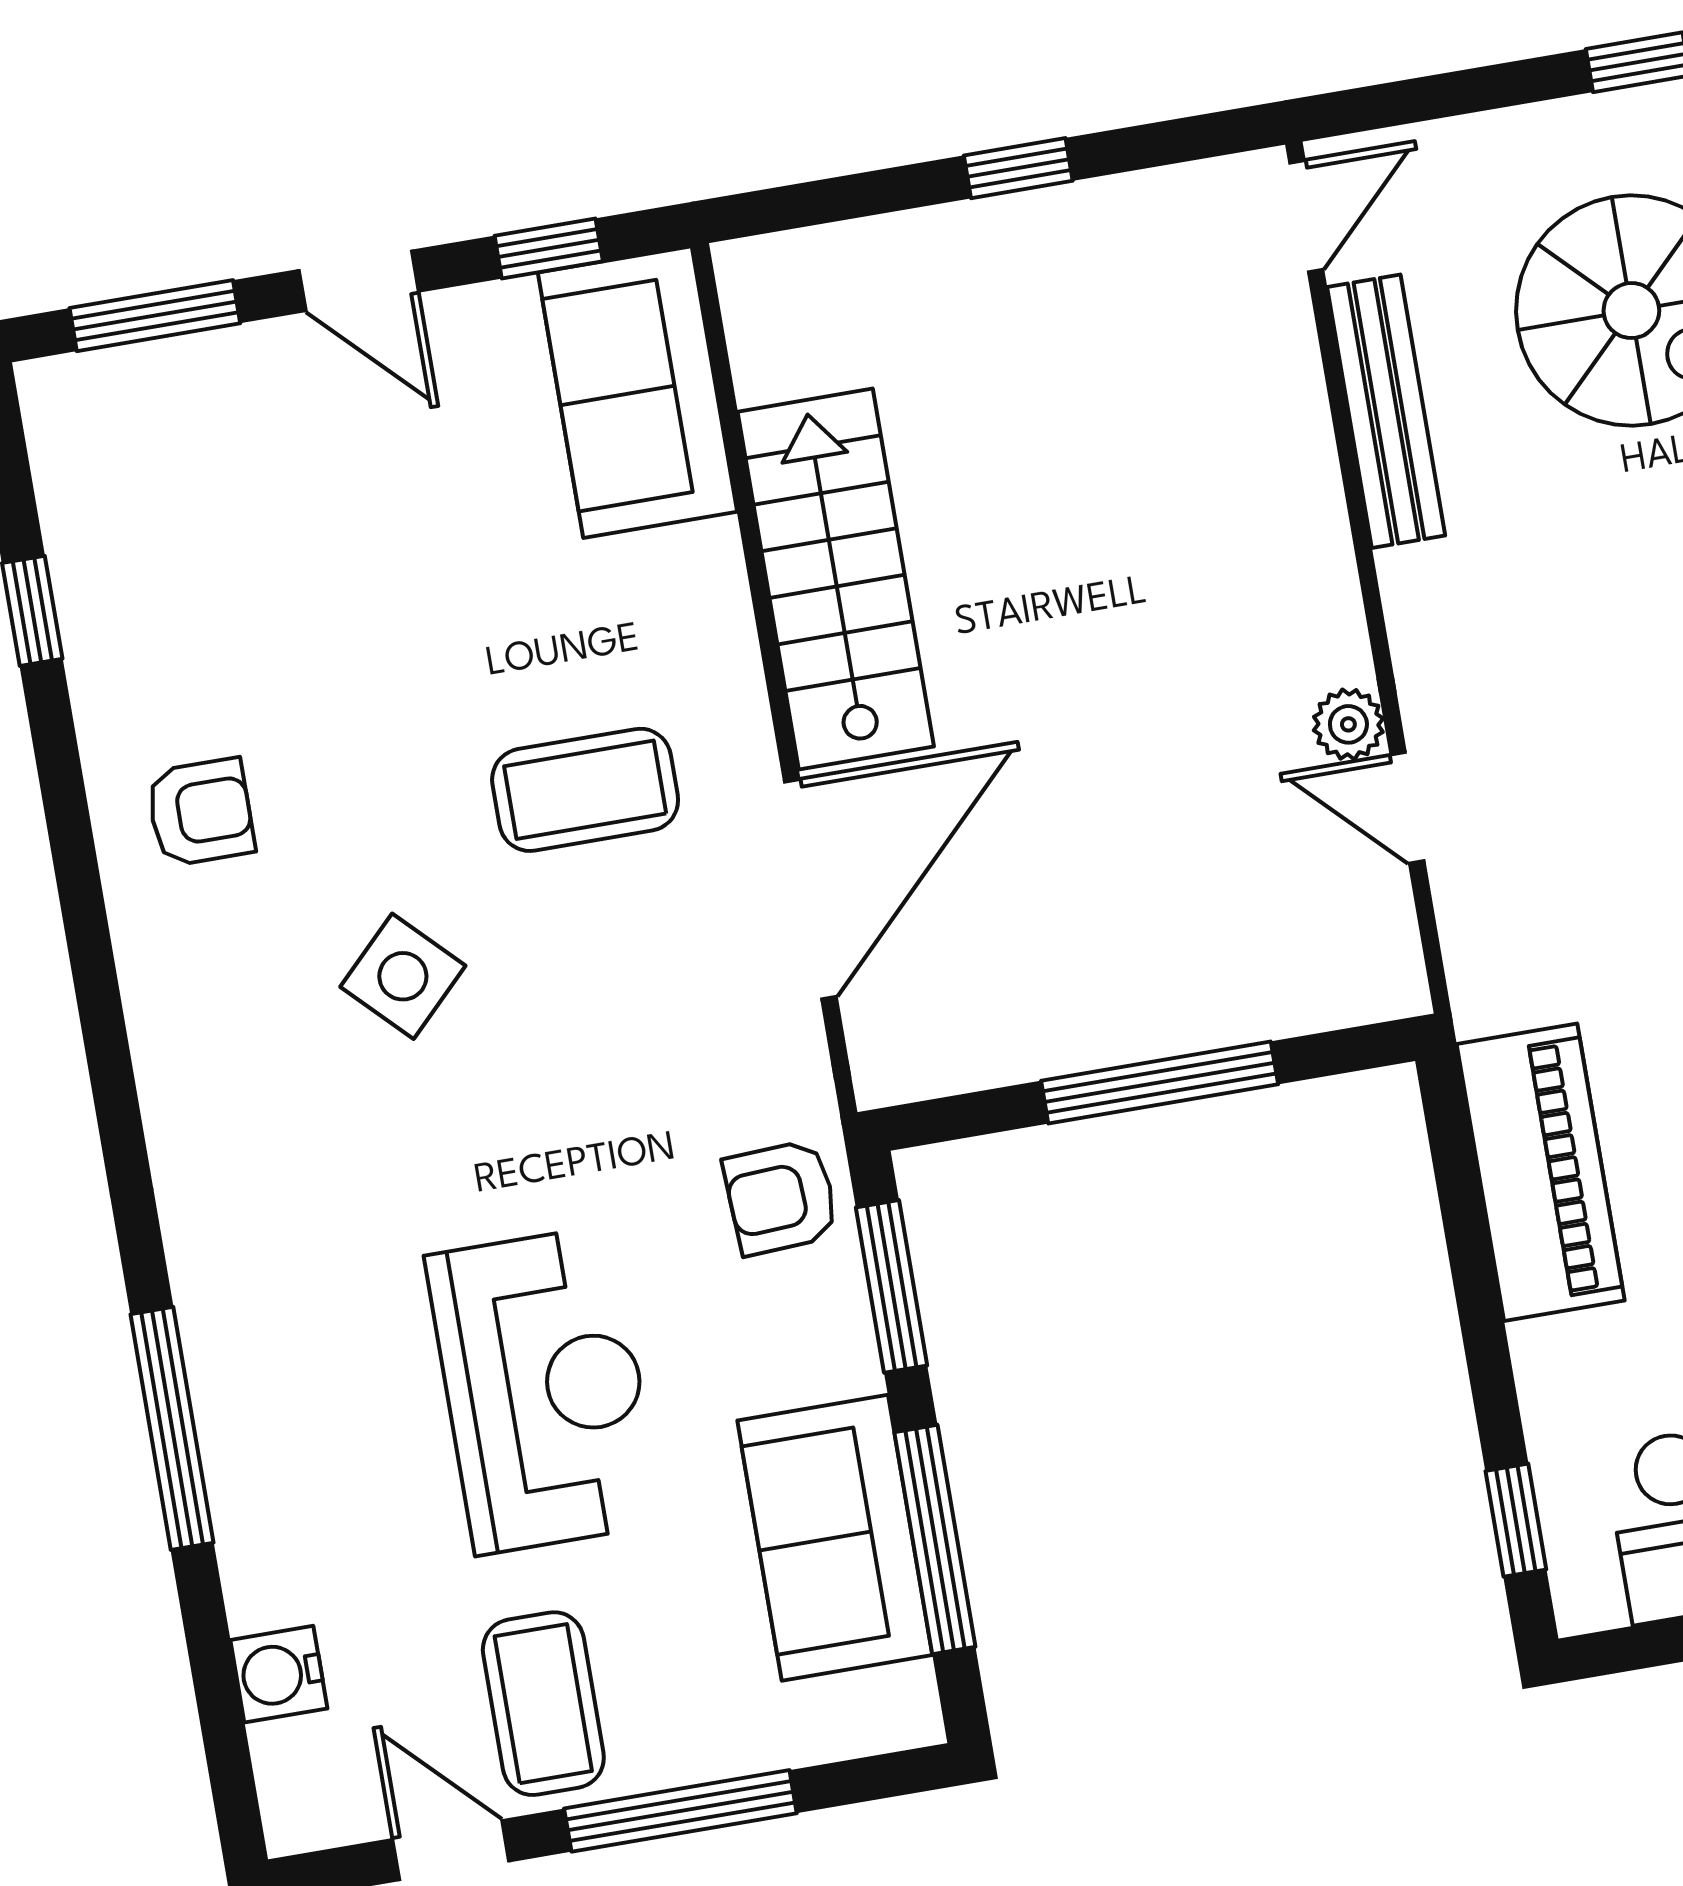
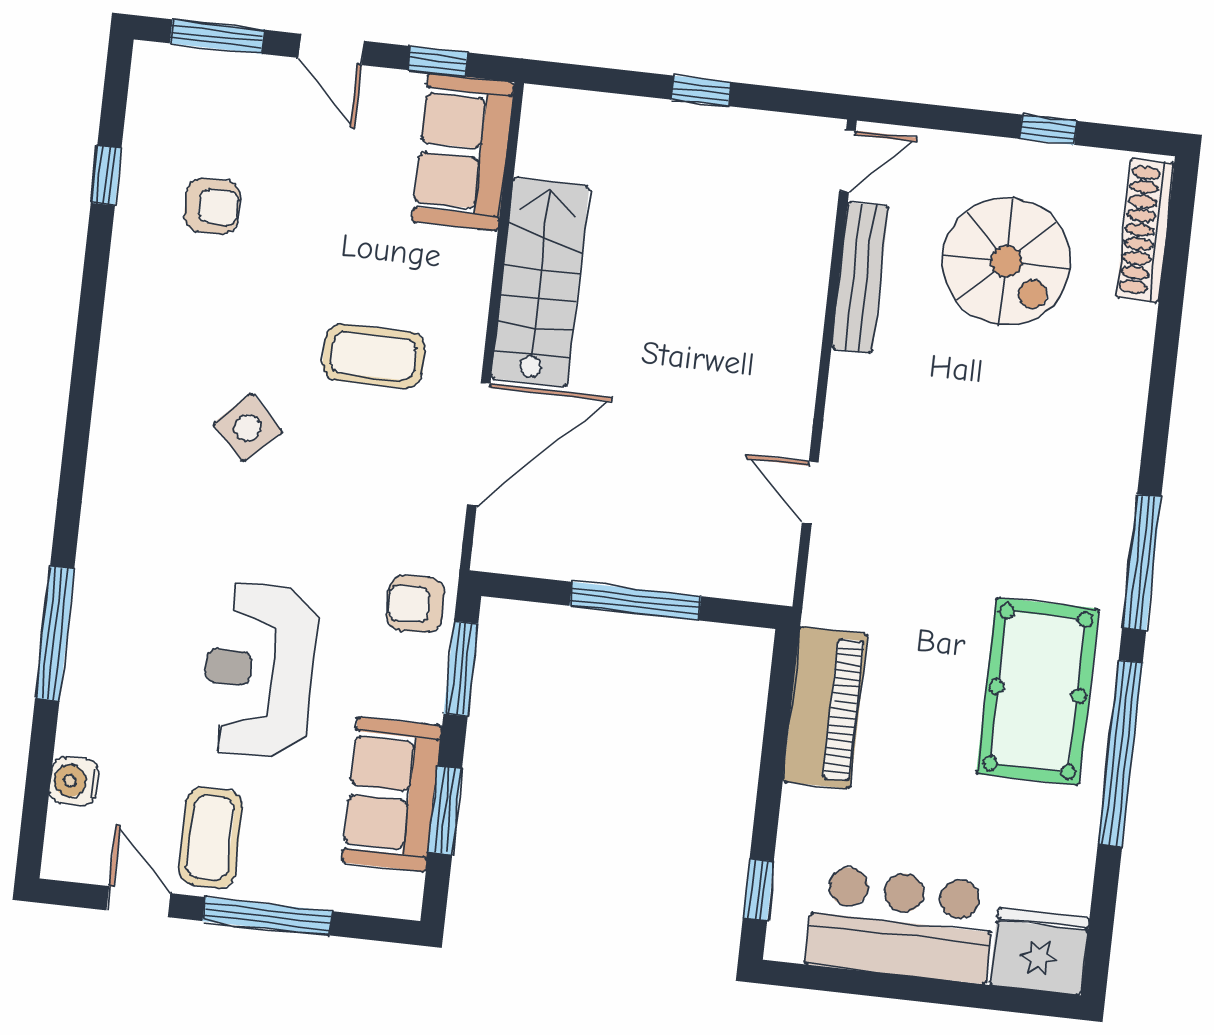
plant: (1348, 724) -> (792, 439), removed
armchair: (200, 812) -> (212, 206), moved
reception desk: (544, 1390) -> (259, 670), turned 180
window: (935, 1540) -> (445, 810), width x0.69

